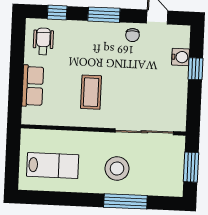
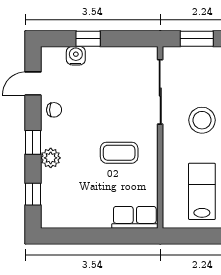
window: (104, 15) -> (33, 142), width x0.67
plant: (89, 30) -> (51, 158), added
wheelchair: (43, 41) -> (65, 208), removed
row of seats: (33, 86) -> (135, 217), moved

